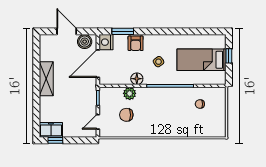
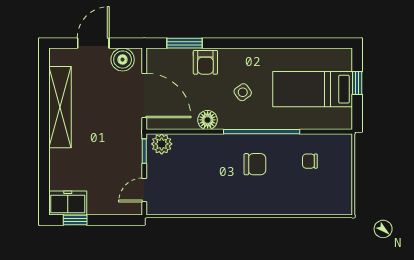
door: (67, 31) -> (93, 43), hinge flipped
nightstand: (106, 42) -> (157, 60), removed
door: (98, 64) -> (144, 95), swing flipped
shelving: (46, 79) -> (60, 107), width x1.47
plant: (130, 93) -> (162, 144), moved
chair: (126, 115) -> (255, 164), moved, turned 180

